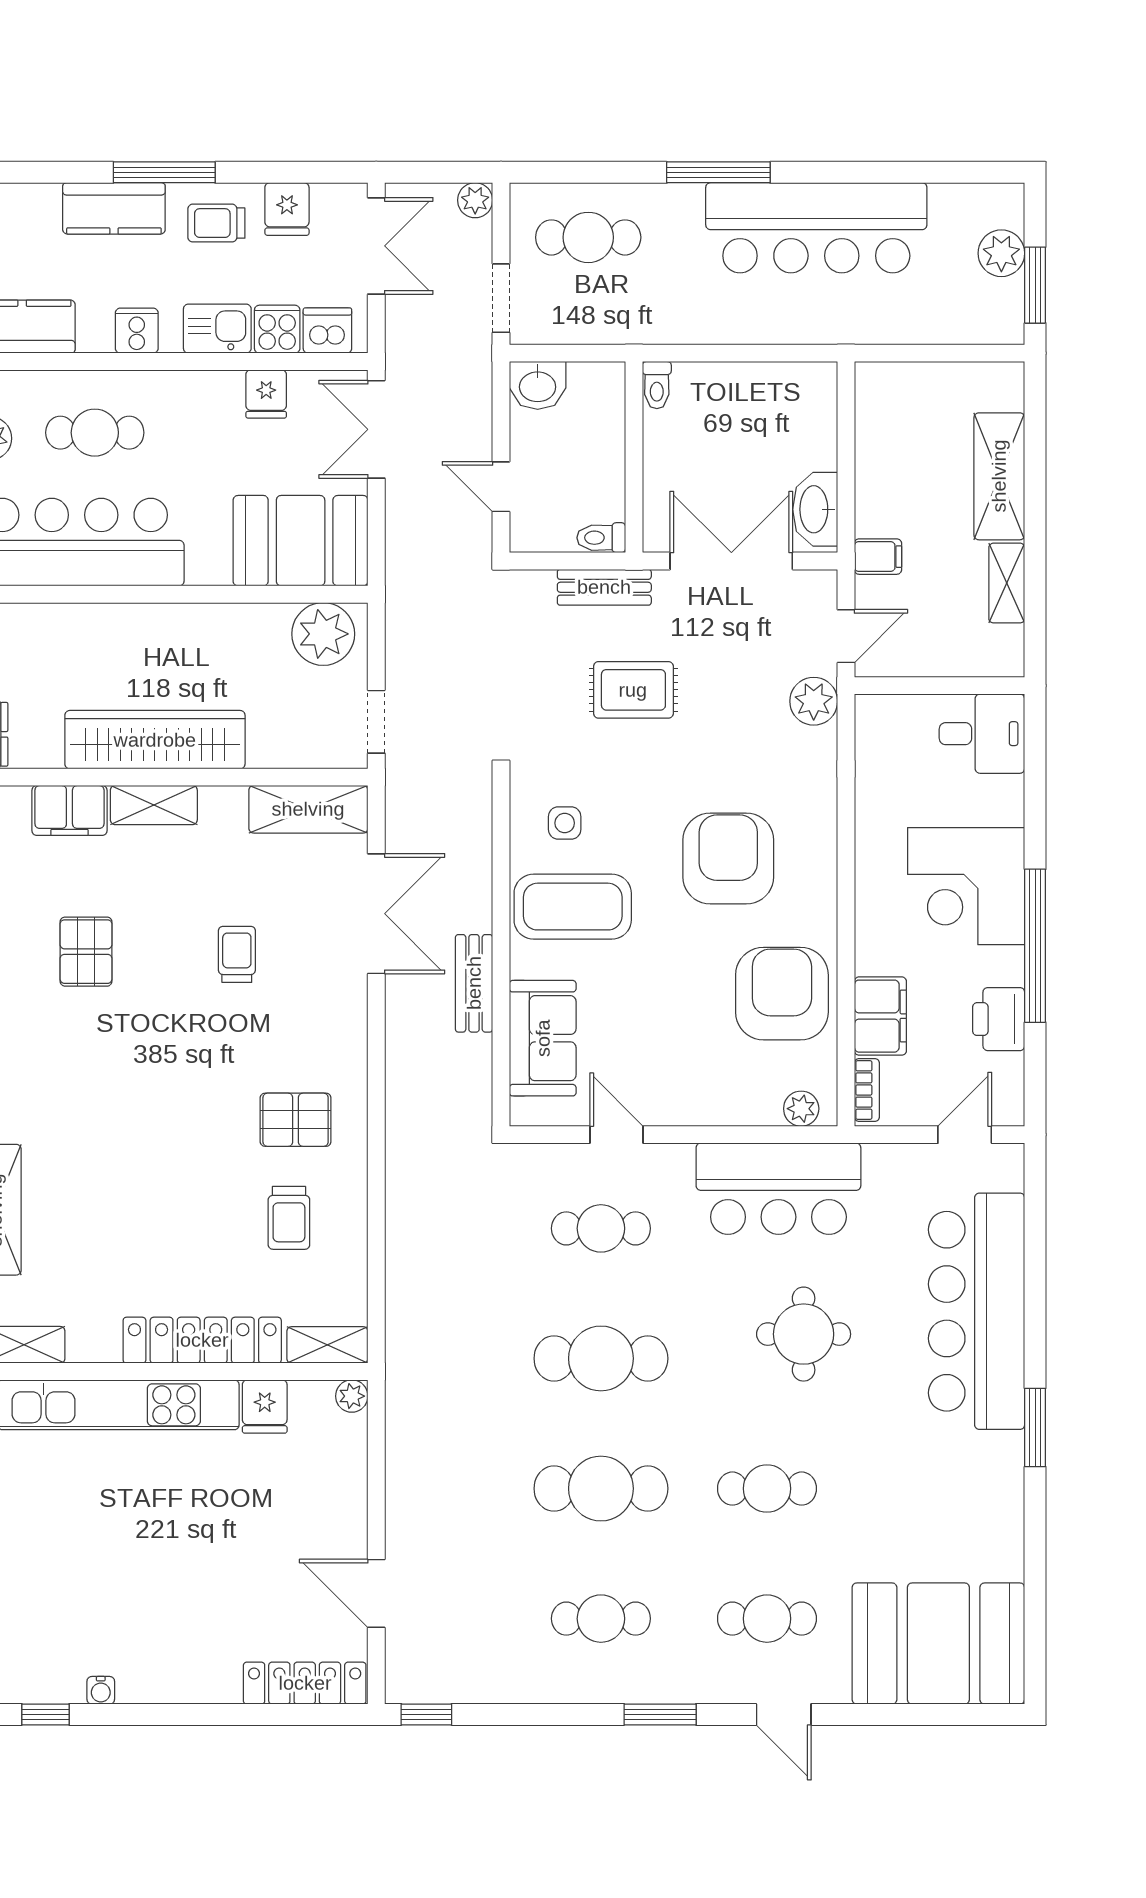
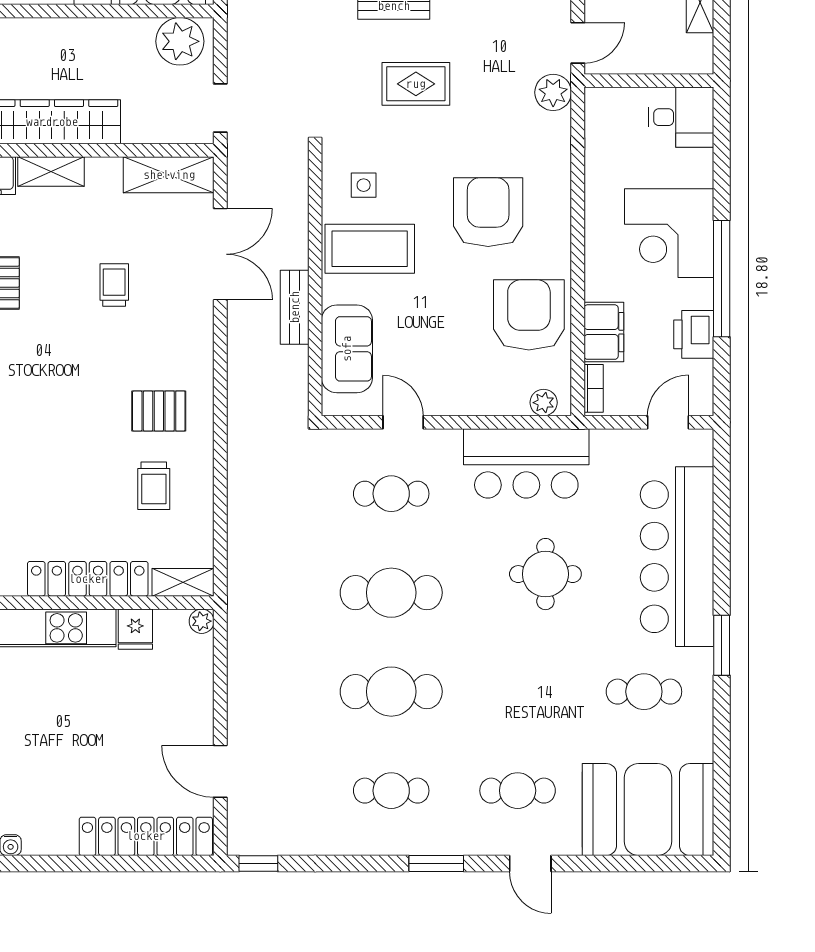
cafe table: (767, 1489) -> (644, 692), moved
locker: (305, 1683) -> (146, 836), width x1.41, depth x1.21

